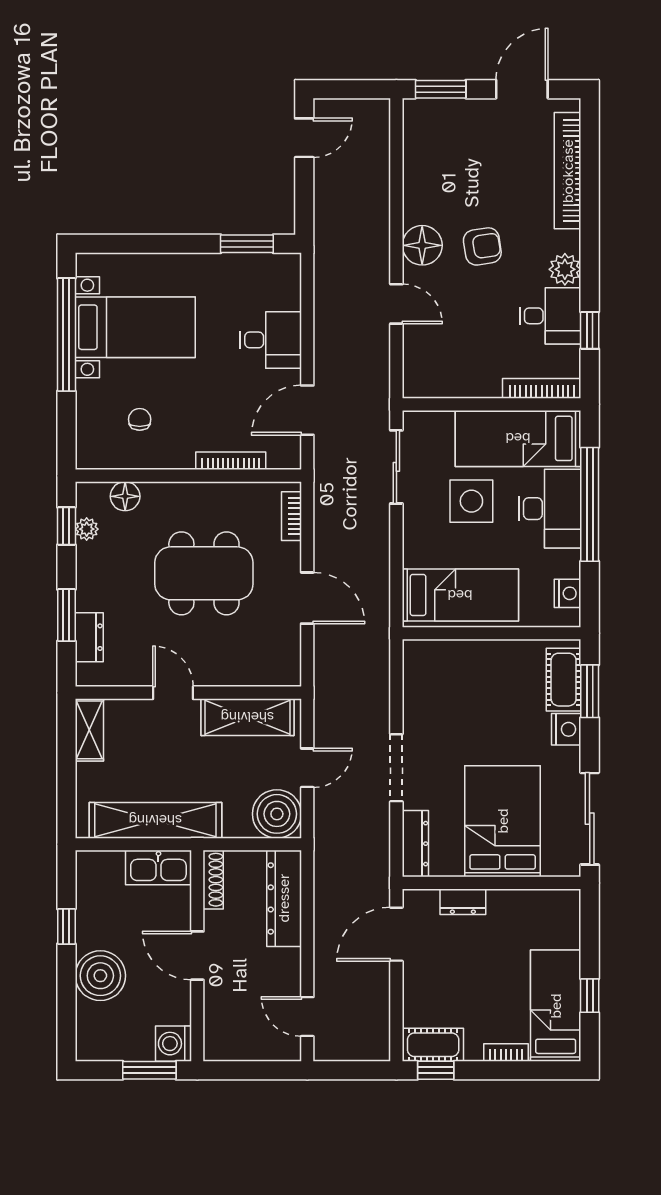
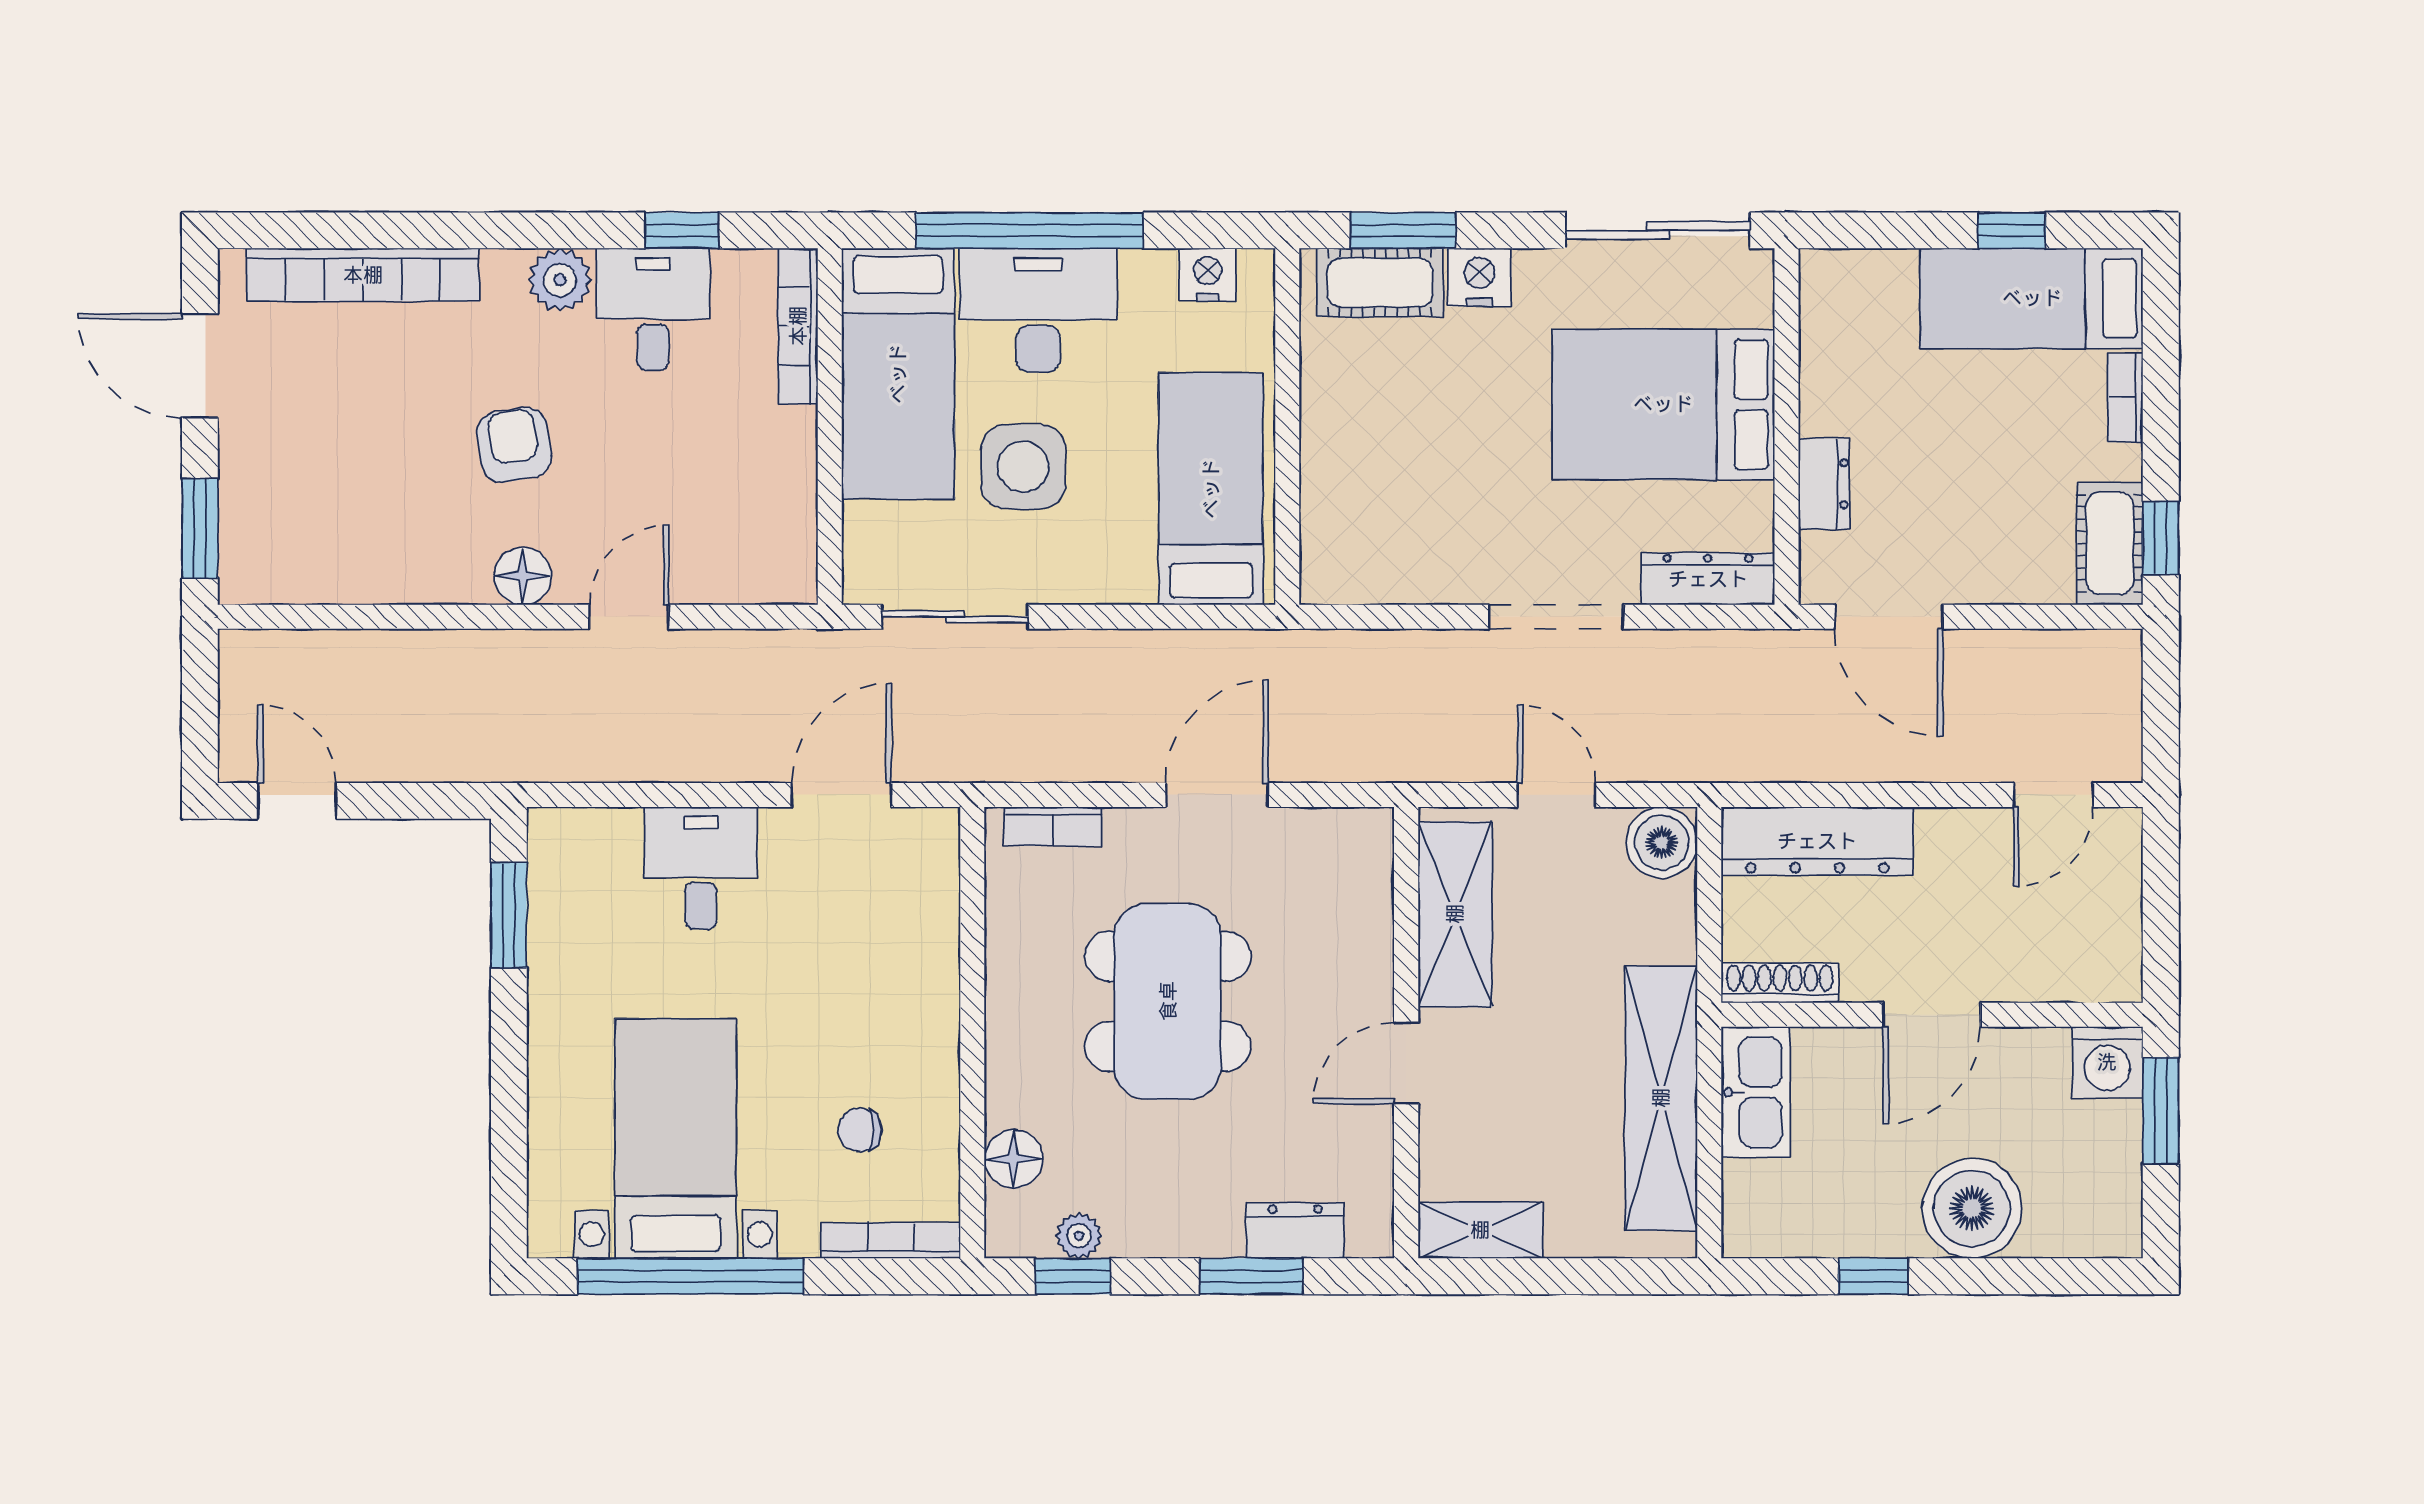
floor lamp: (422, 245) -> (523, 576), width x0.73, depth x0.73
door: (307, 410) -> (841, 795), swing flipped
bookcase: (231, 461) -> (891, 1241), moved, turned 90
boiler: (277, 814) -> (1662, 842), width x0.73, depth x0.73

